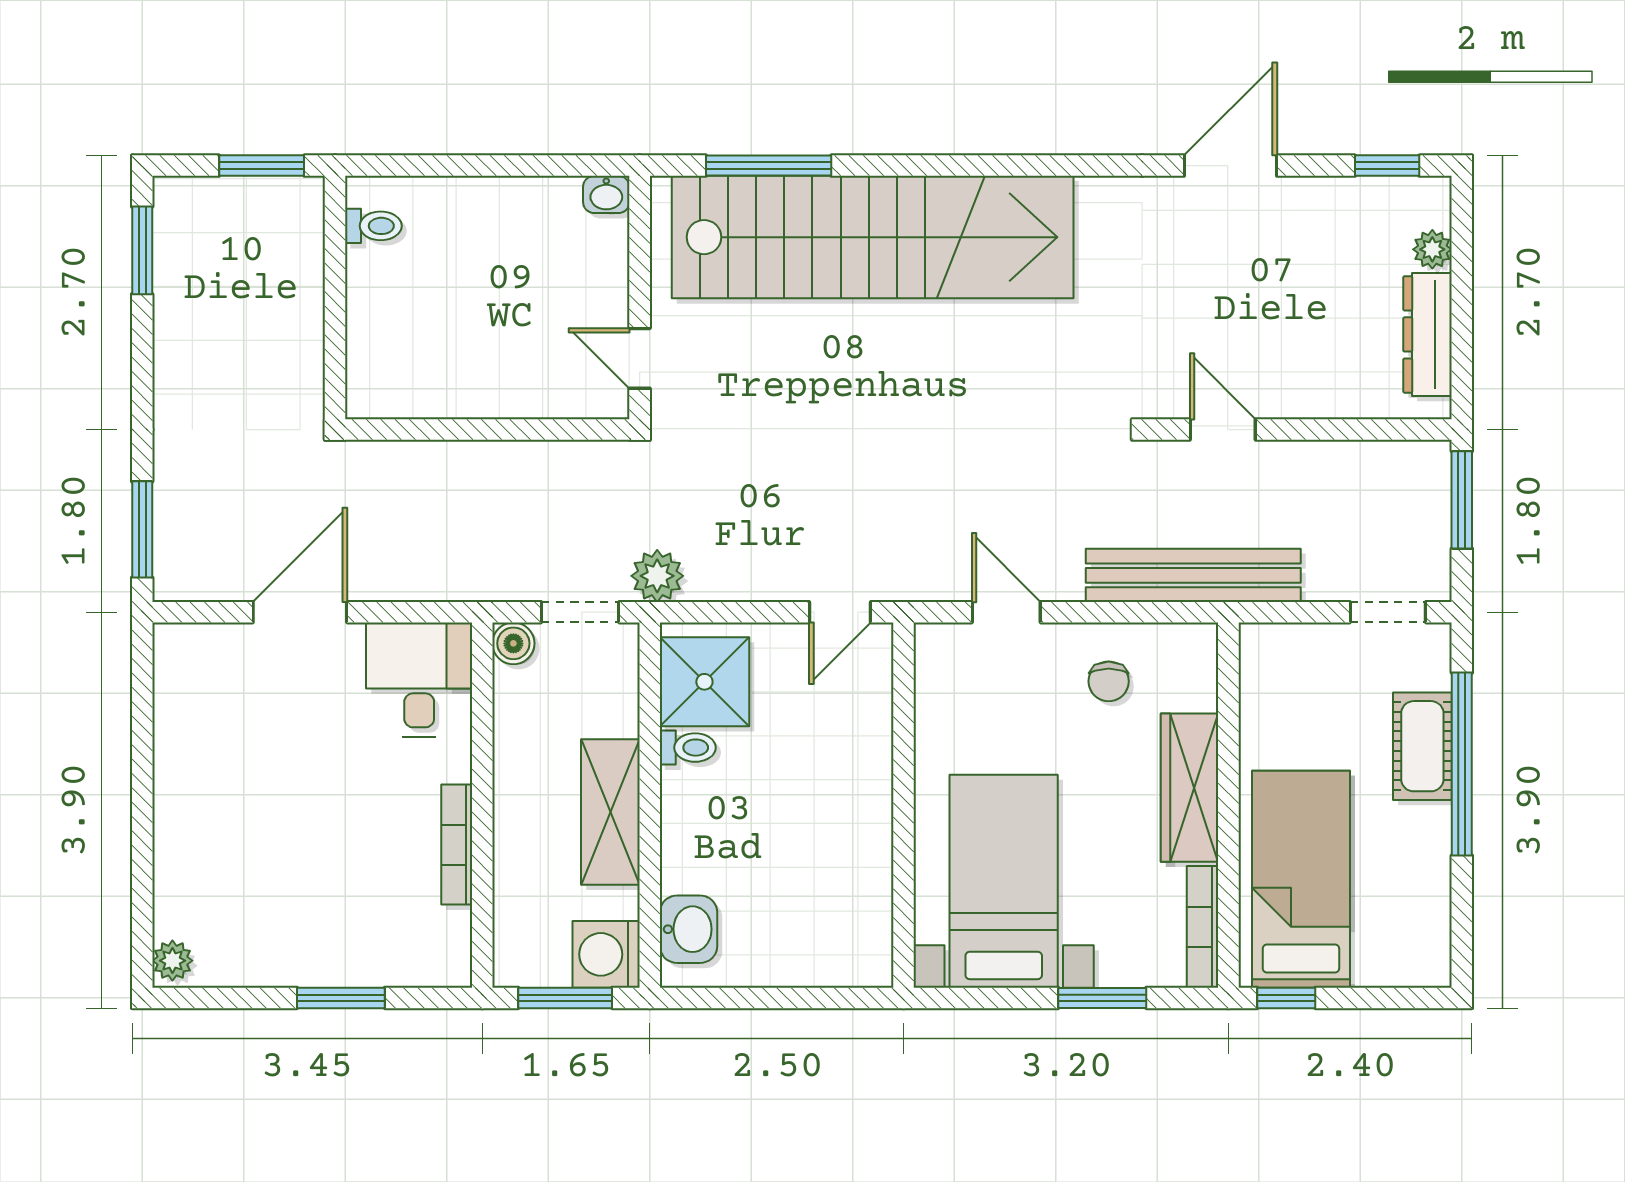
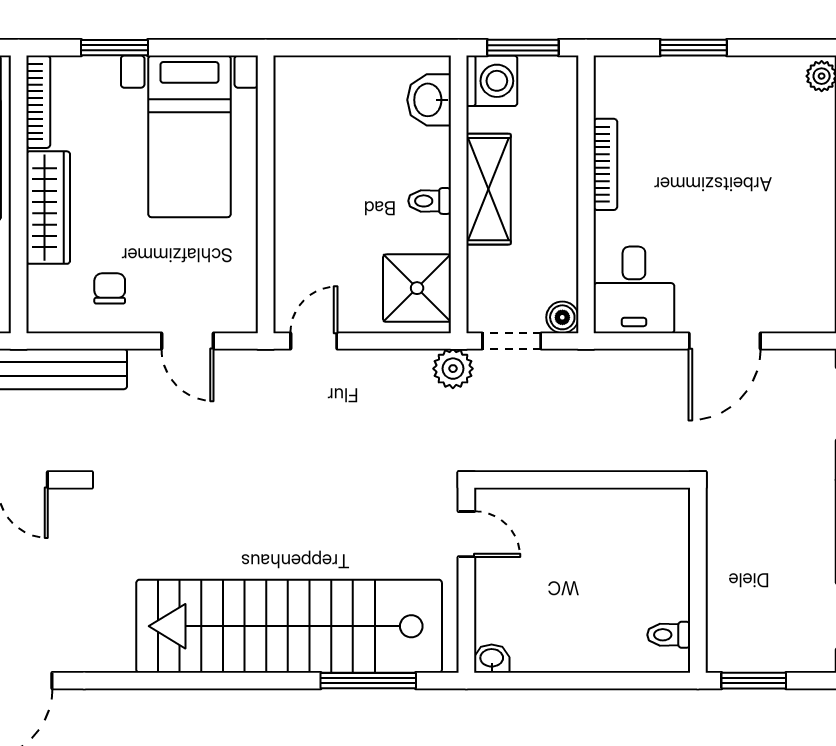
toilet: (688, 748) -> (430, 201), moved

